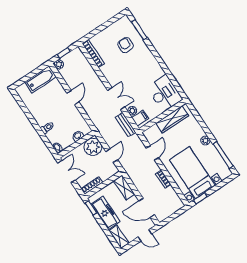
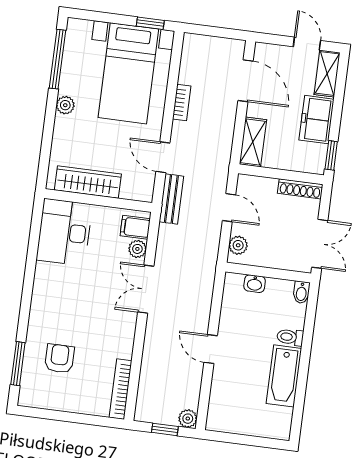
armchair: (126, 45) -> (59, 359), turned 180
bathtub: (41, 79) -> (284, 376), moved, turned -90
door: (73, 97) -> (211, 349), hinge flipped
bench: (125, 125) -> (171, 199), moved
plant: (93, 147) -> (238, 245), width x0.53, depth x0.53
door: (152, 153) -> (163, 157), hinge flipped
door: (112, 156) -> (229, 208), swing flipped
double door: (67, 172) -> (320, 244), swing flipped
freezer: (105, 213) -> (316, 120), width x0.71
door: (145, 235) -> (307, 44), moved

